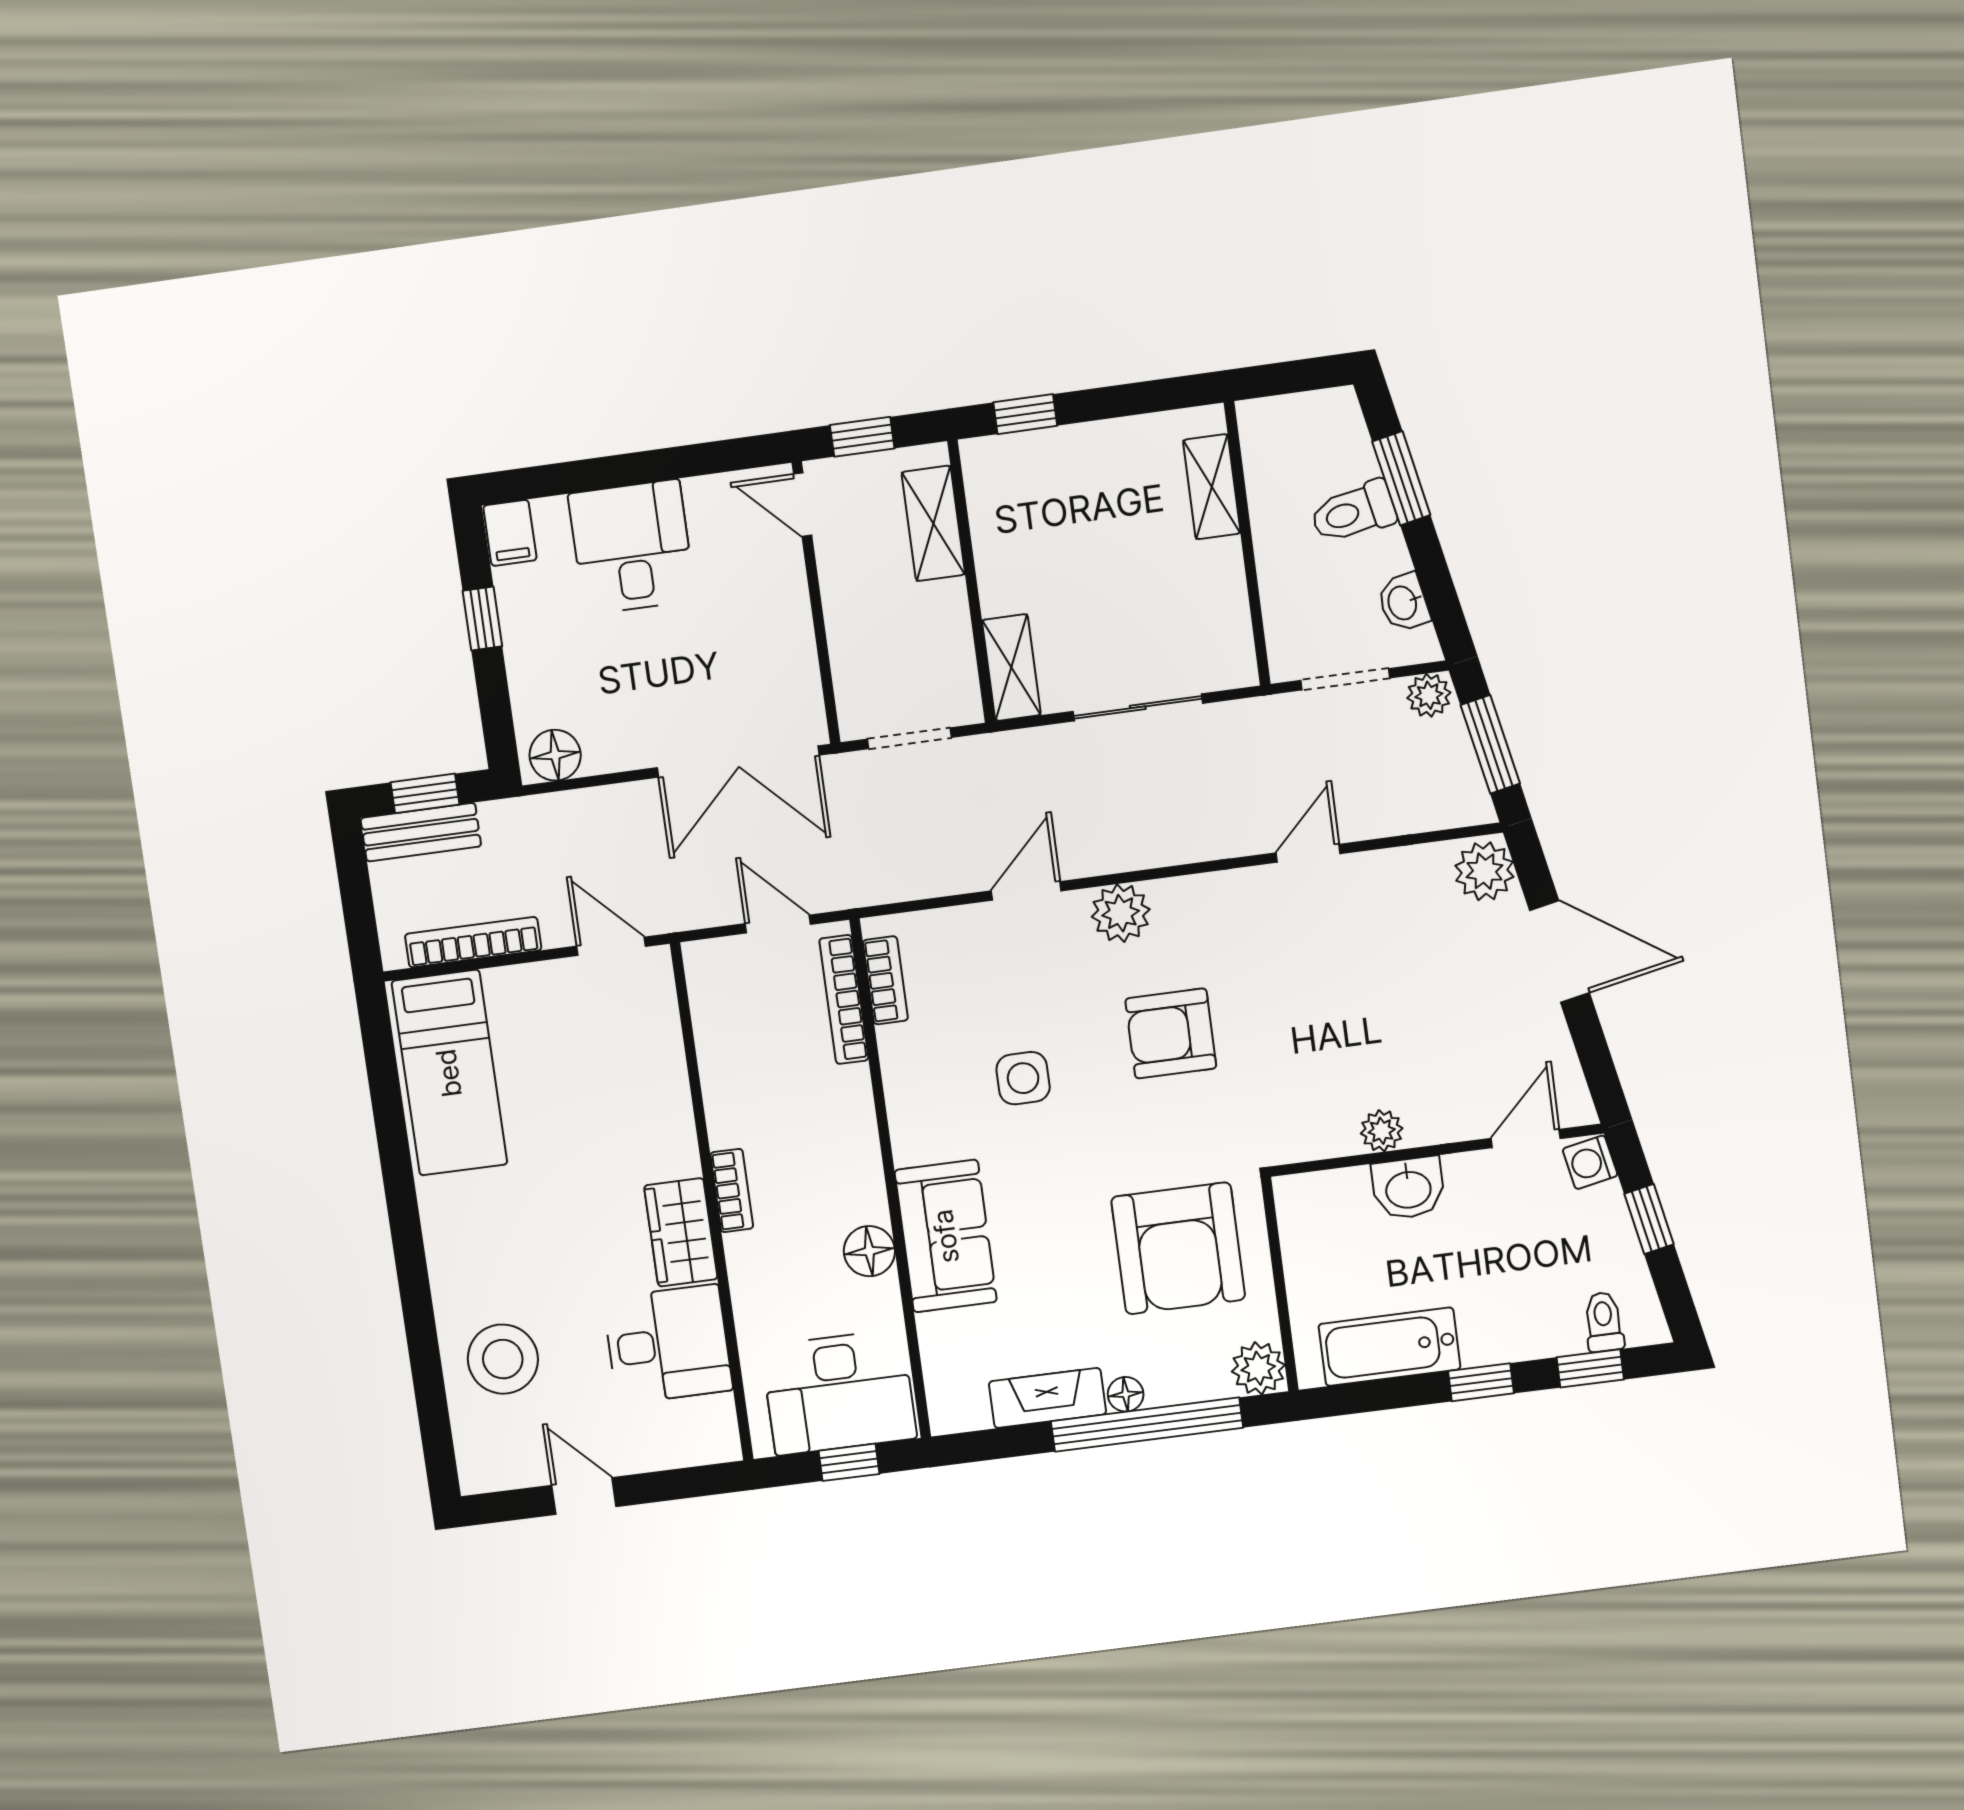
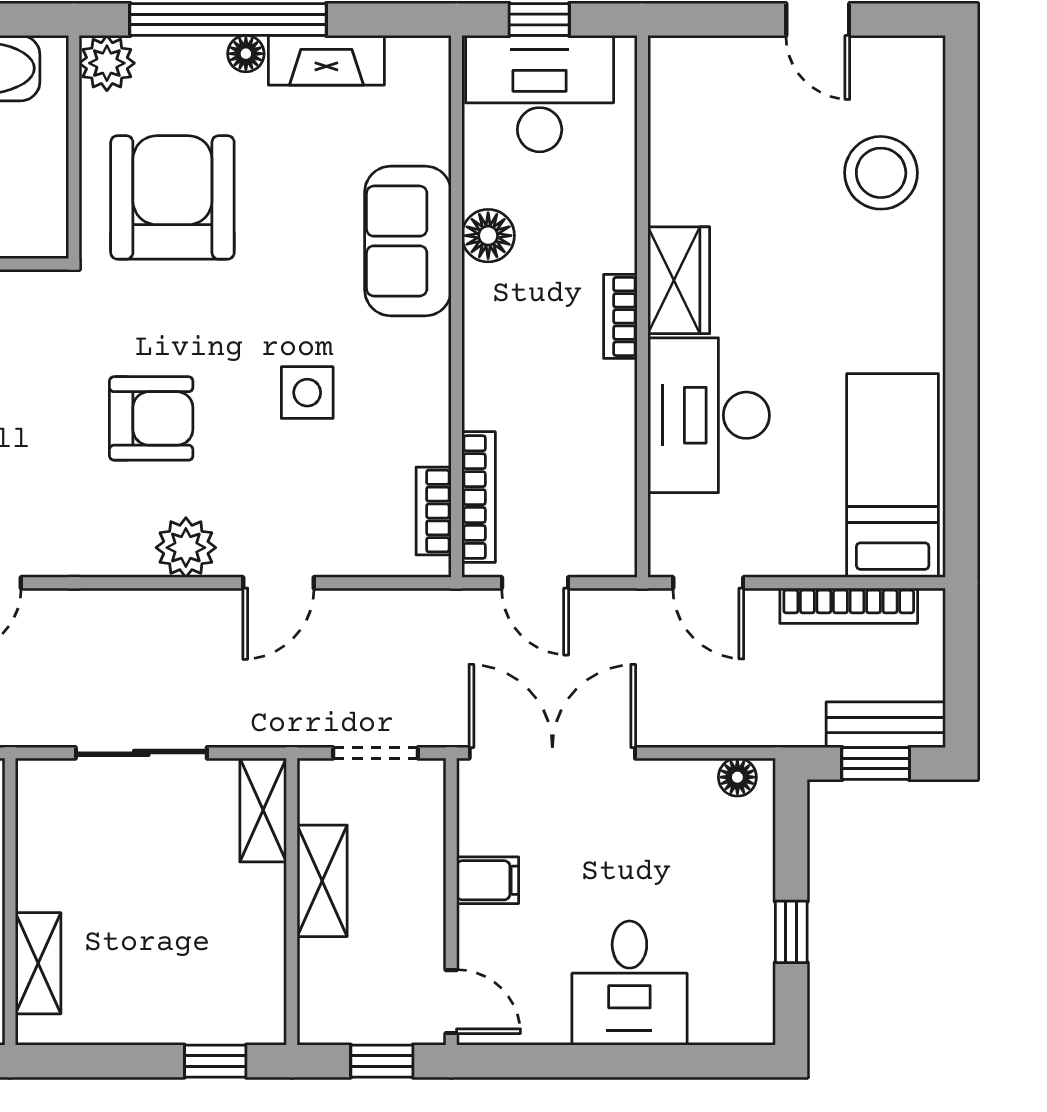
shelving: (933, 523) -> (322, 881), moved
filing cabinet: (510, 533) -> (488, 880), moved, turned 90
floor lamp: (555, 755) -> (737, 777), width x0.73, depth x0.73
desk: (668, 1344) -> (709, 415), moved, width x1.37

